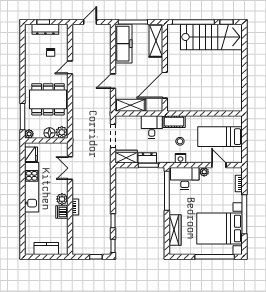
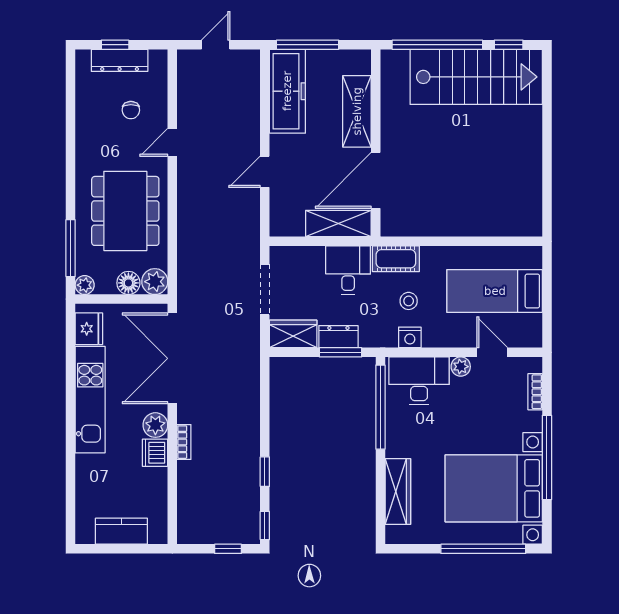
shelving: (156, 41) -> (357, 111), moved
dining table: (48, 99) -> (125, 211), turned 90
shelving: (130, 105) -> (338, 224), moved
double door: (70, 168) -> (172, 358), width x1.87

